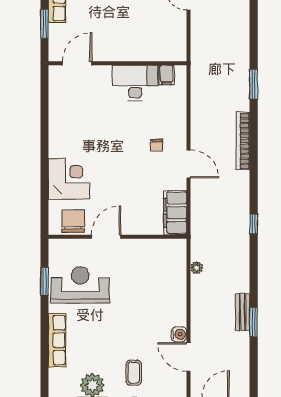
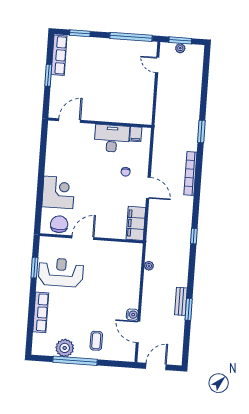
door: (77, 63) -> (70, 121), moved
wall: (118, 63) -> (100, 123), moved
filing cabinet: (167, 75) -> (136, 134), moved
desk: (135, 83) -> (112, 138), moved

